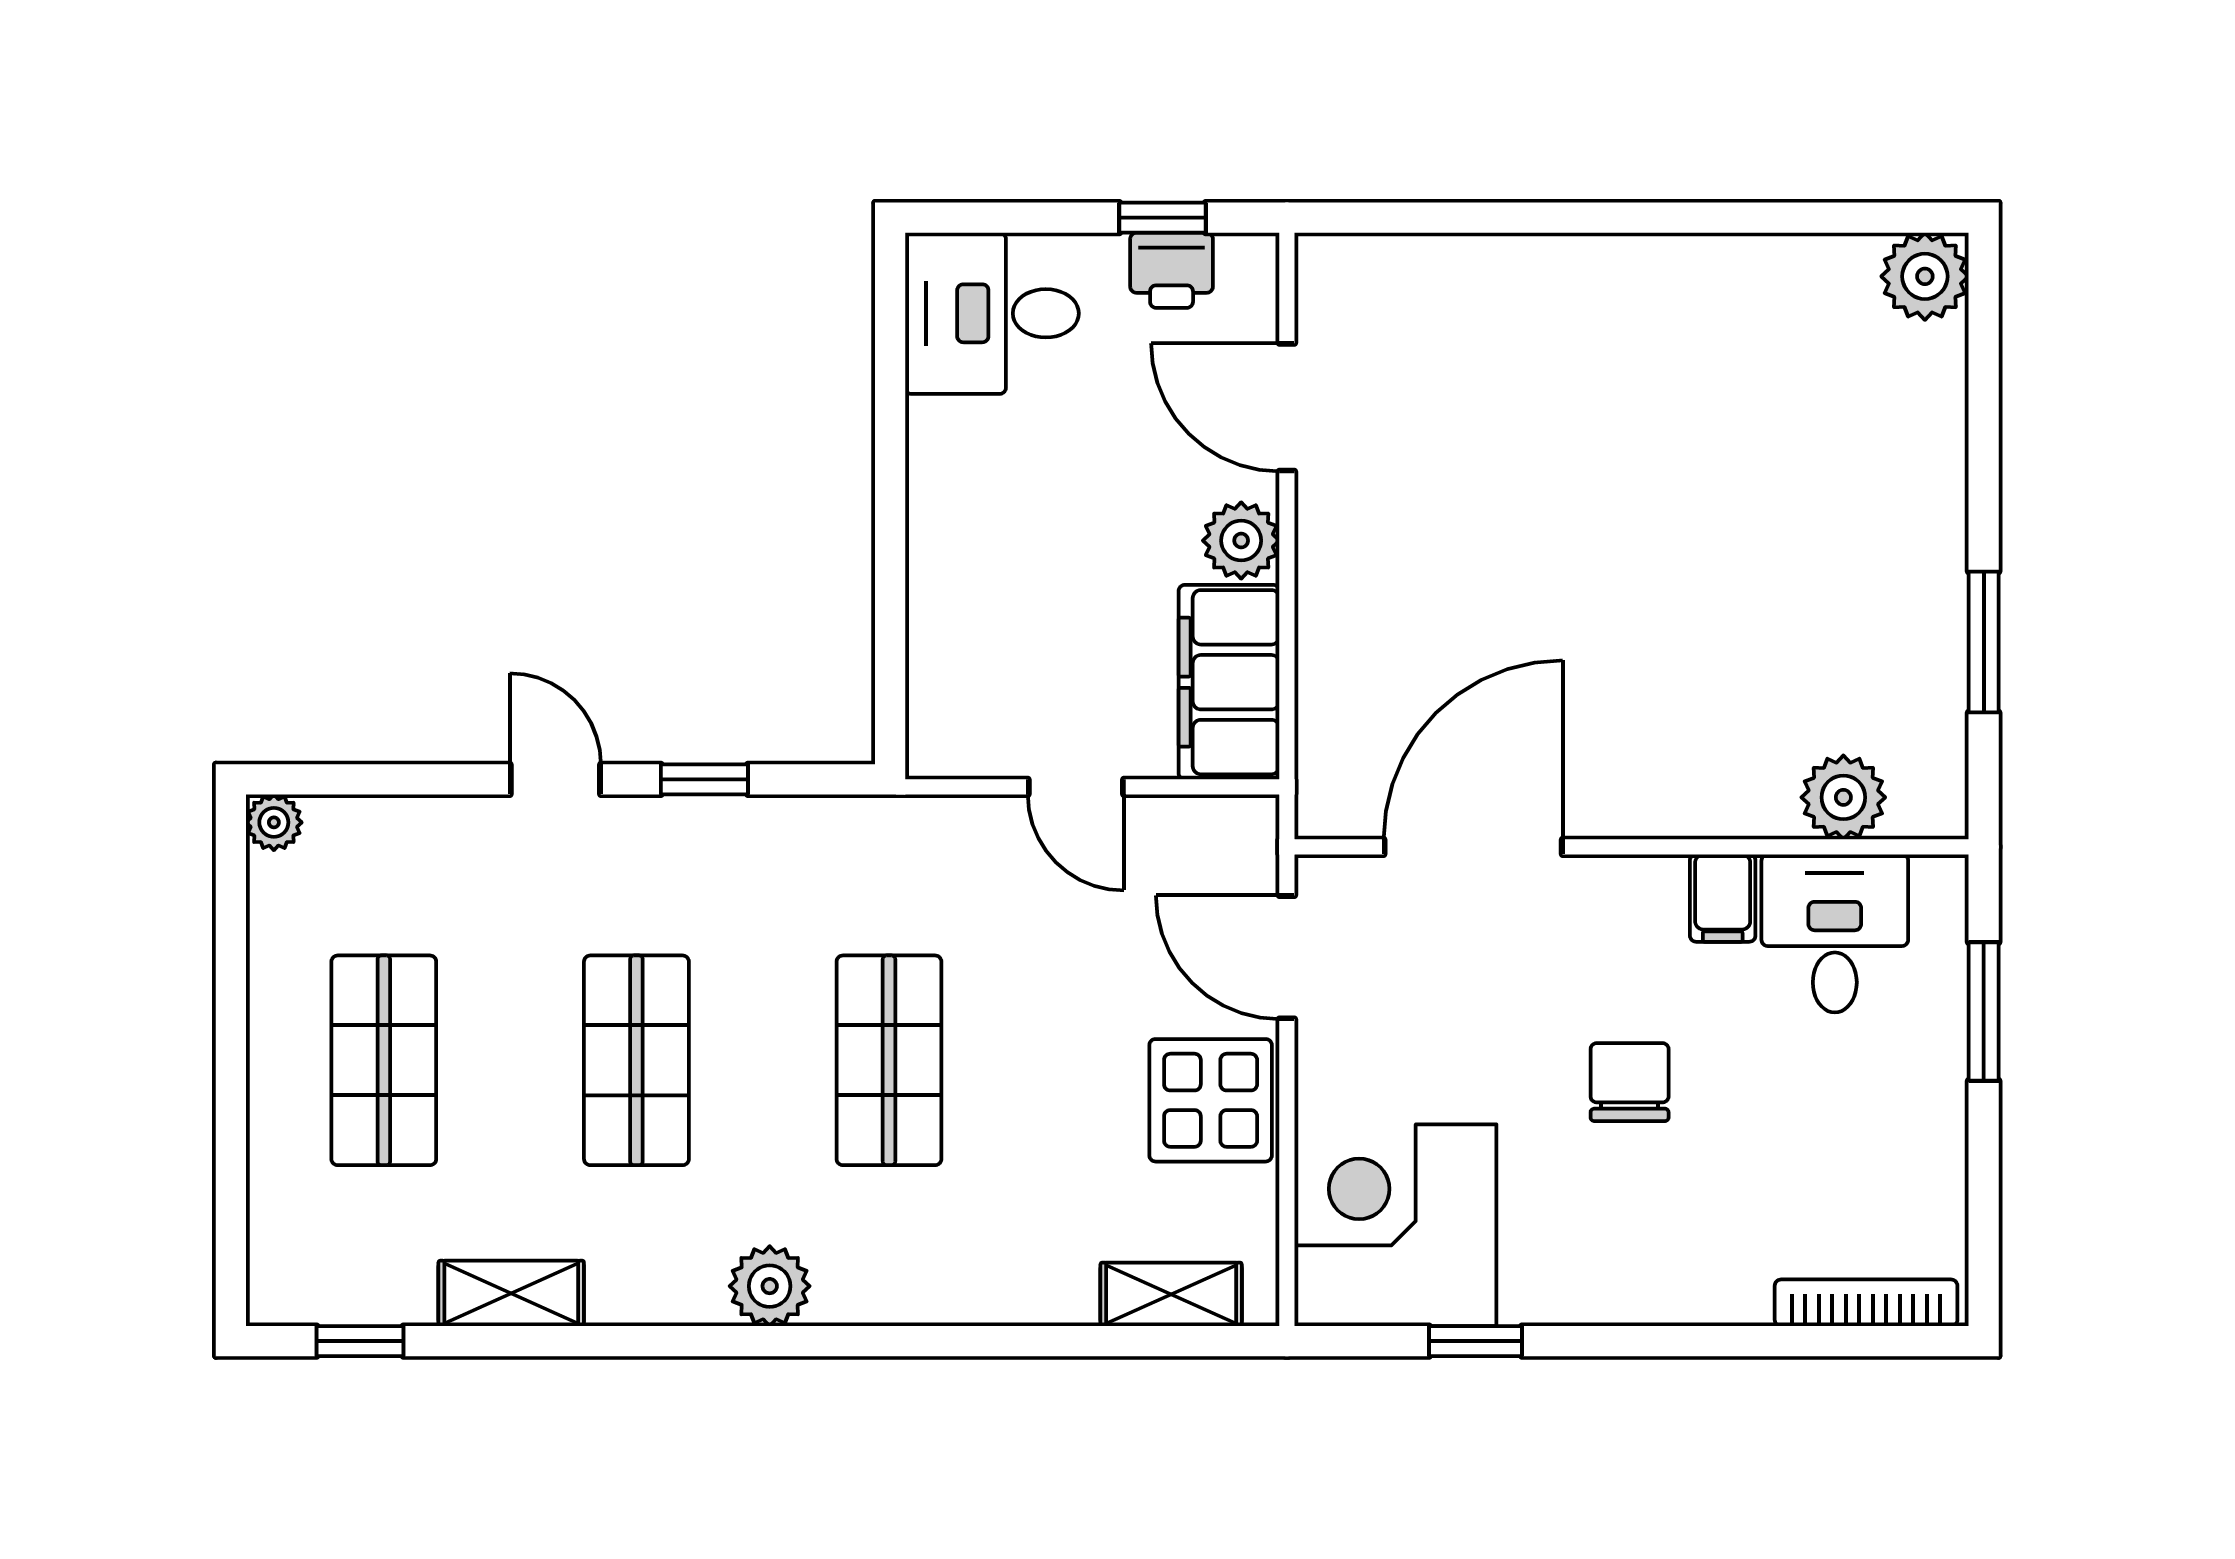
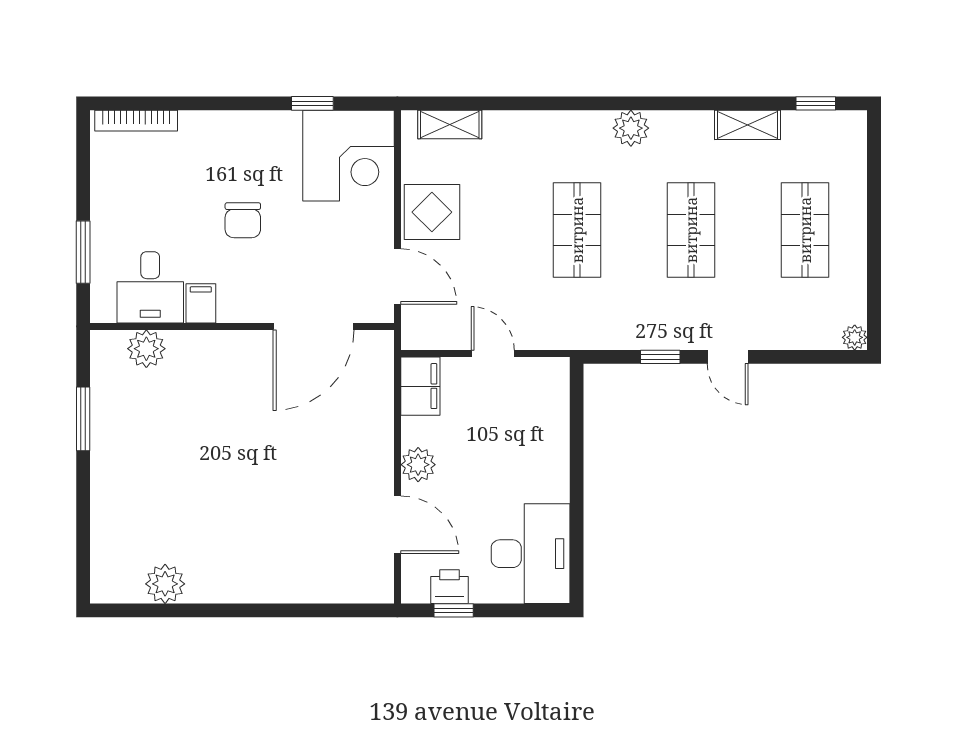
plant: (1925, 276) -> (165, 584), moved
desk: (992, 313) -> (531, 554), width x1.37
filing cabinet: (1229, 682) -> (420, 386), width x0.67, depth x0.86

